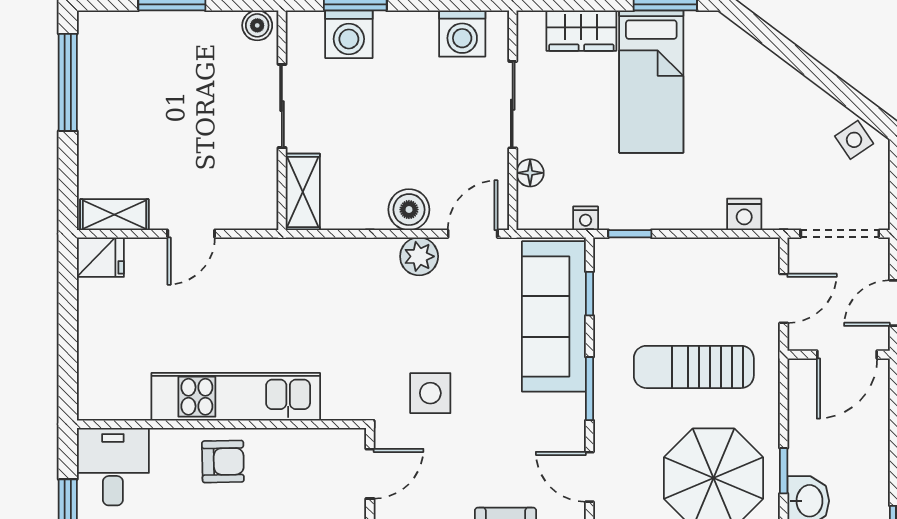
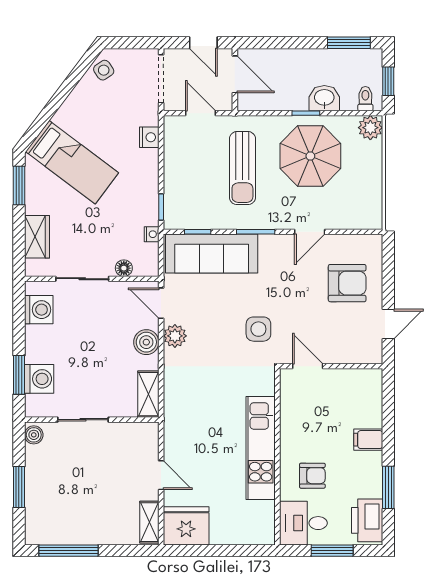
bed: (651, 82) -> (72, 162), moved, turned 37
shelving: (303, 192) -> (148, 394), moved, turned 90
fridge: (100, 257) -> (186, 526), width x1.88, depth x1.34
armchair: (223, 461) -> (312, 476), moved, turned 91

